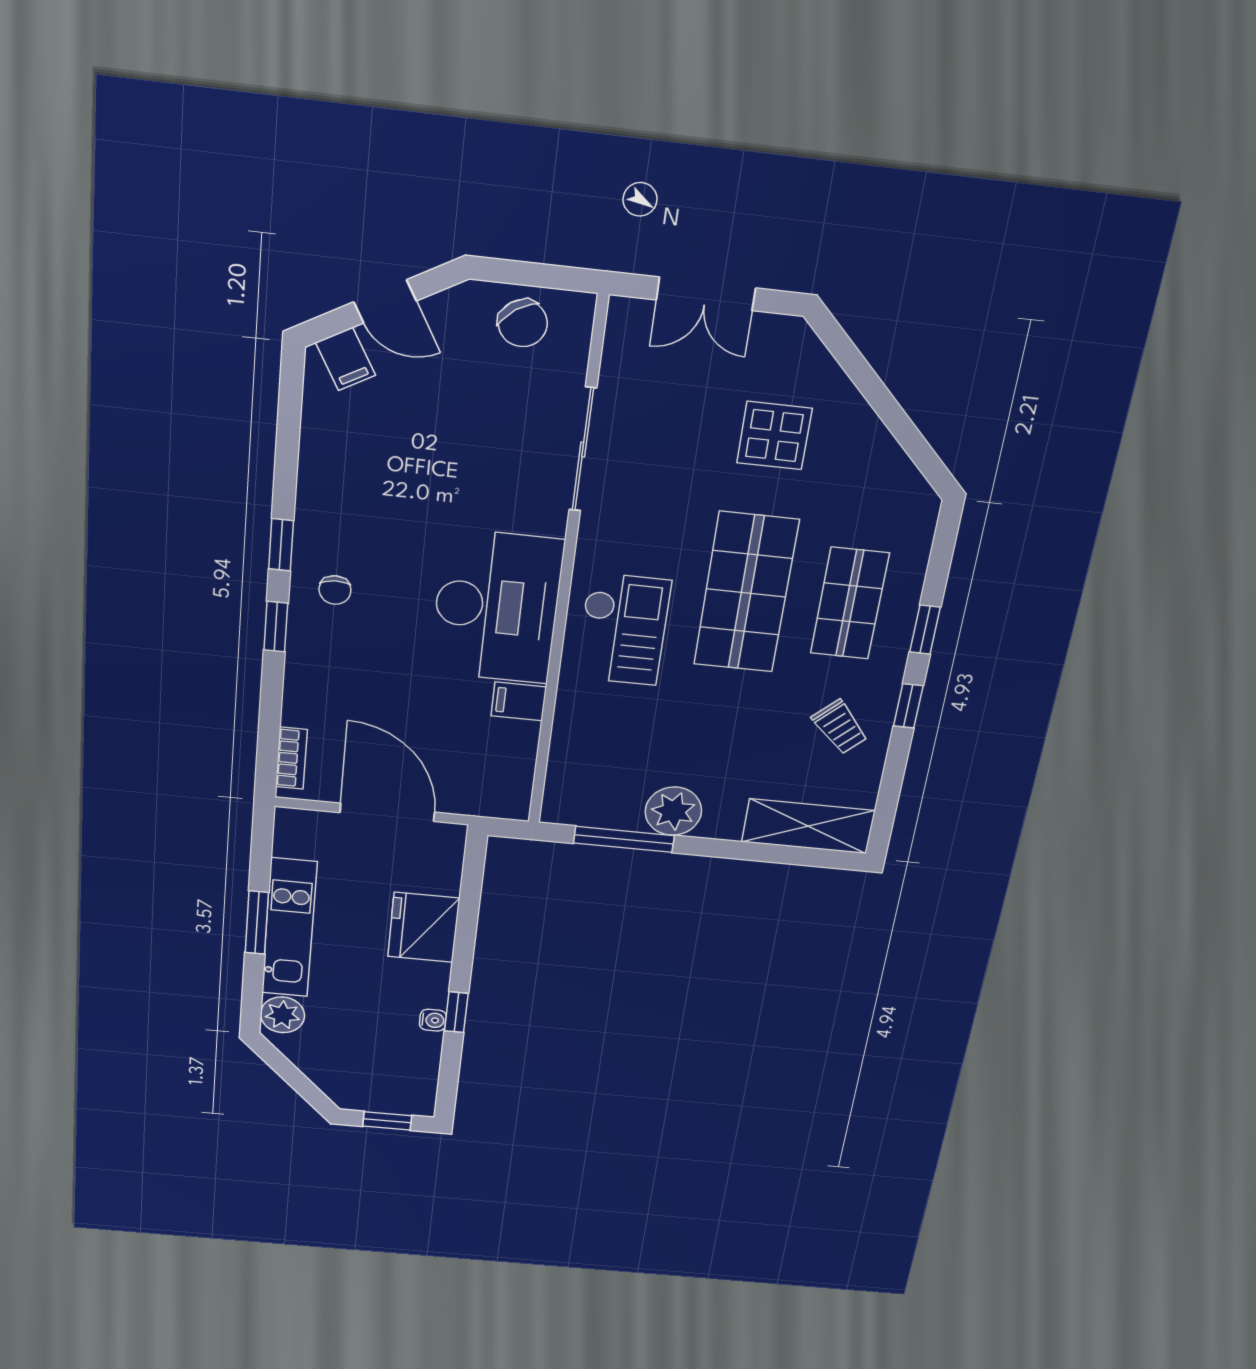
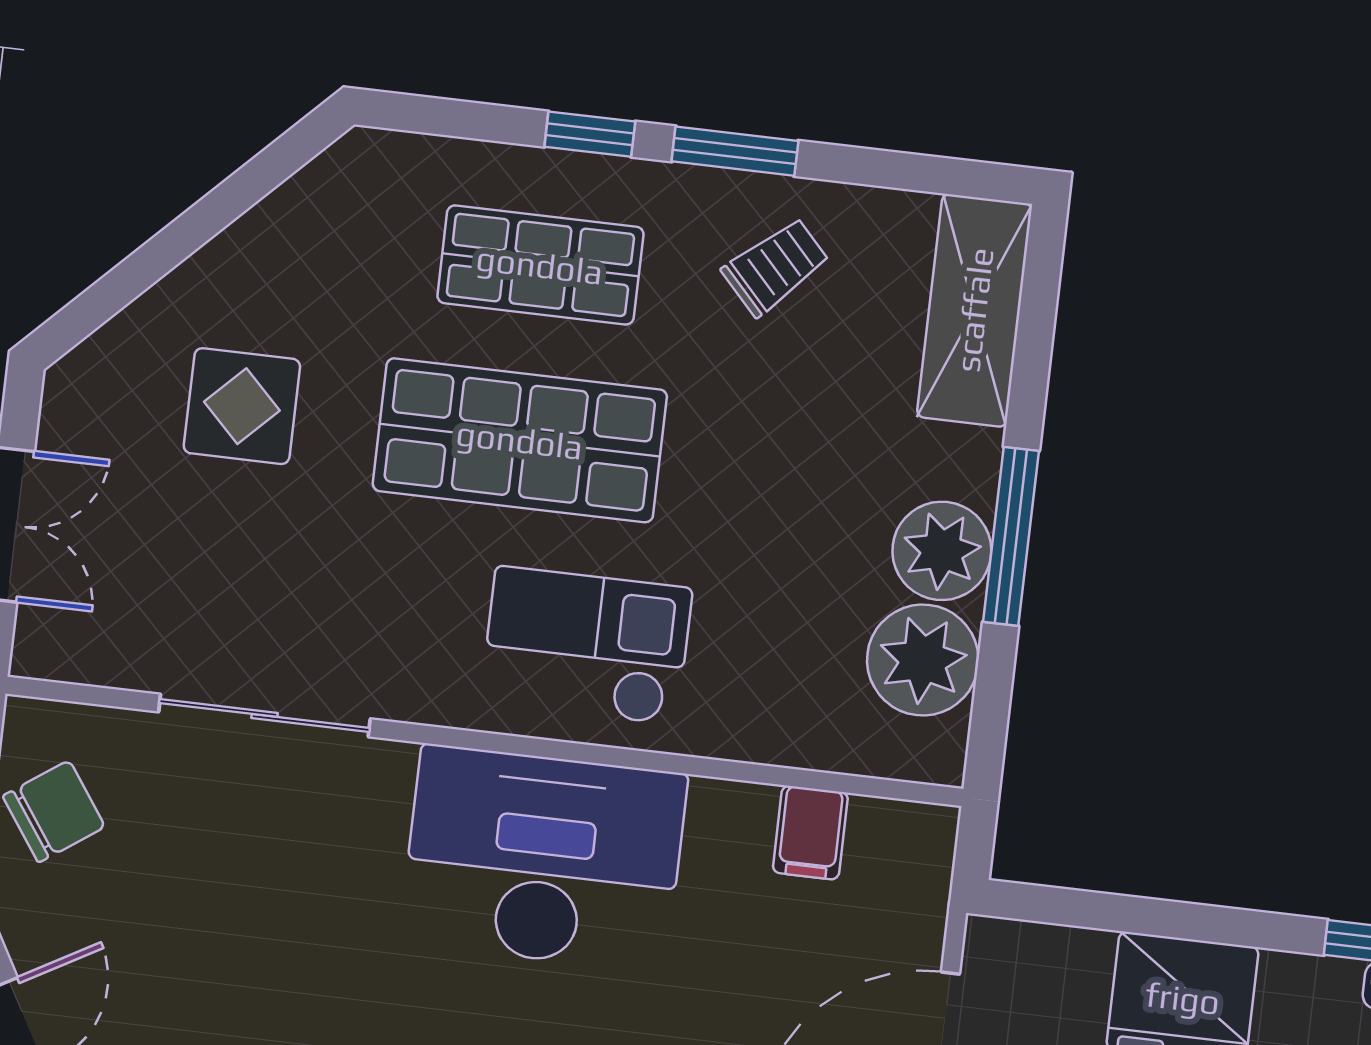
filing cabinet: (519, 701) -> (810, 833), moved
window: (908, 706) -> (735, 151), width x1.50
plant: (612, 802) -> (923, 660), added
window: (624, 839) -> (1011, 536), moved

